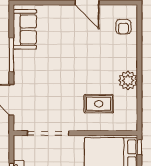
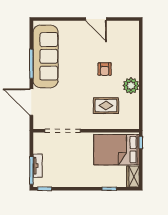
armchair: (123, 27) -> (105, 69), moved
sofa: (25, 29) -> (46, 56), width x1.85, depth x1.27

